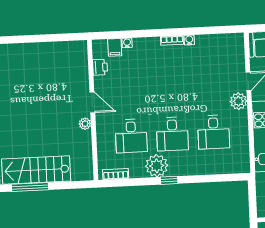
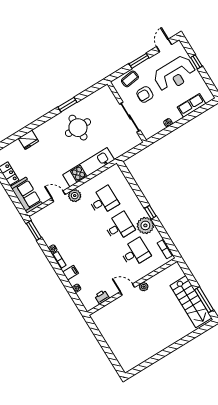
window: (224, 30) -> (34, 230), added
filing cabinet: (115, 47) -> (71, 273), moved
door: (92, 102) -> (127, 290), hinge flipped

